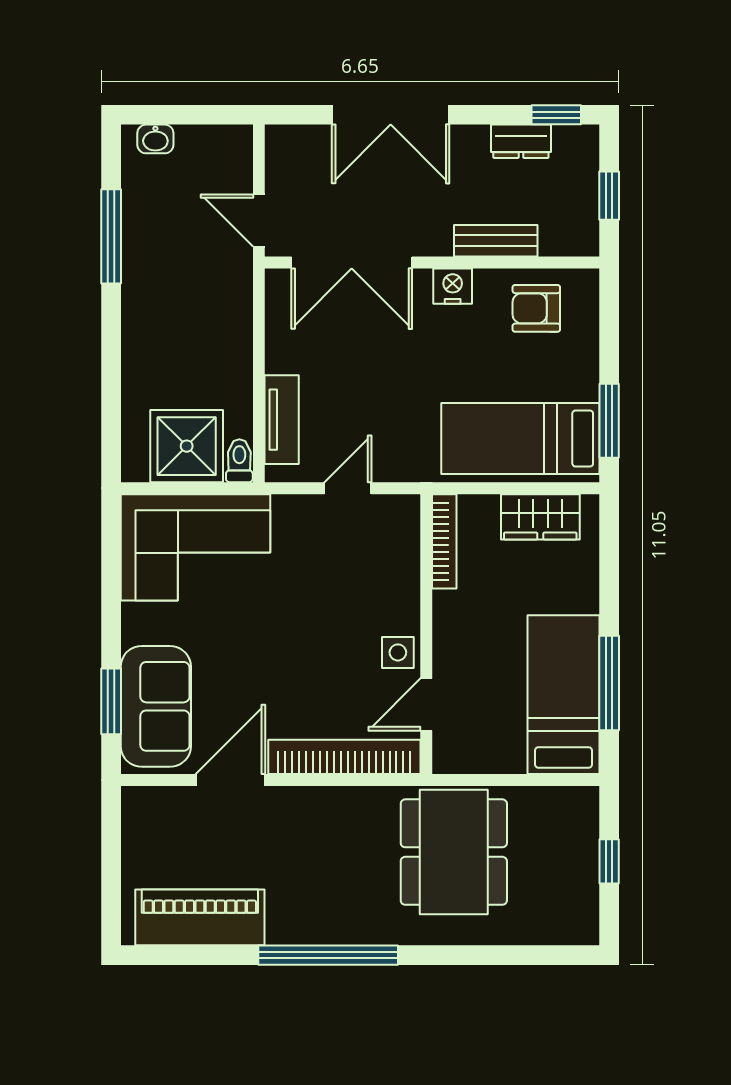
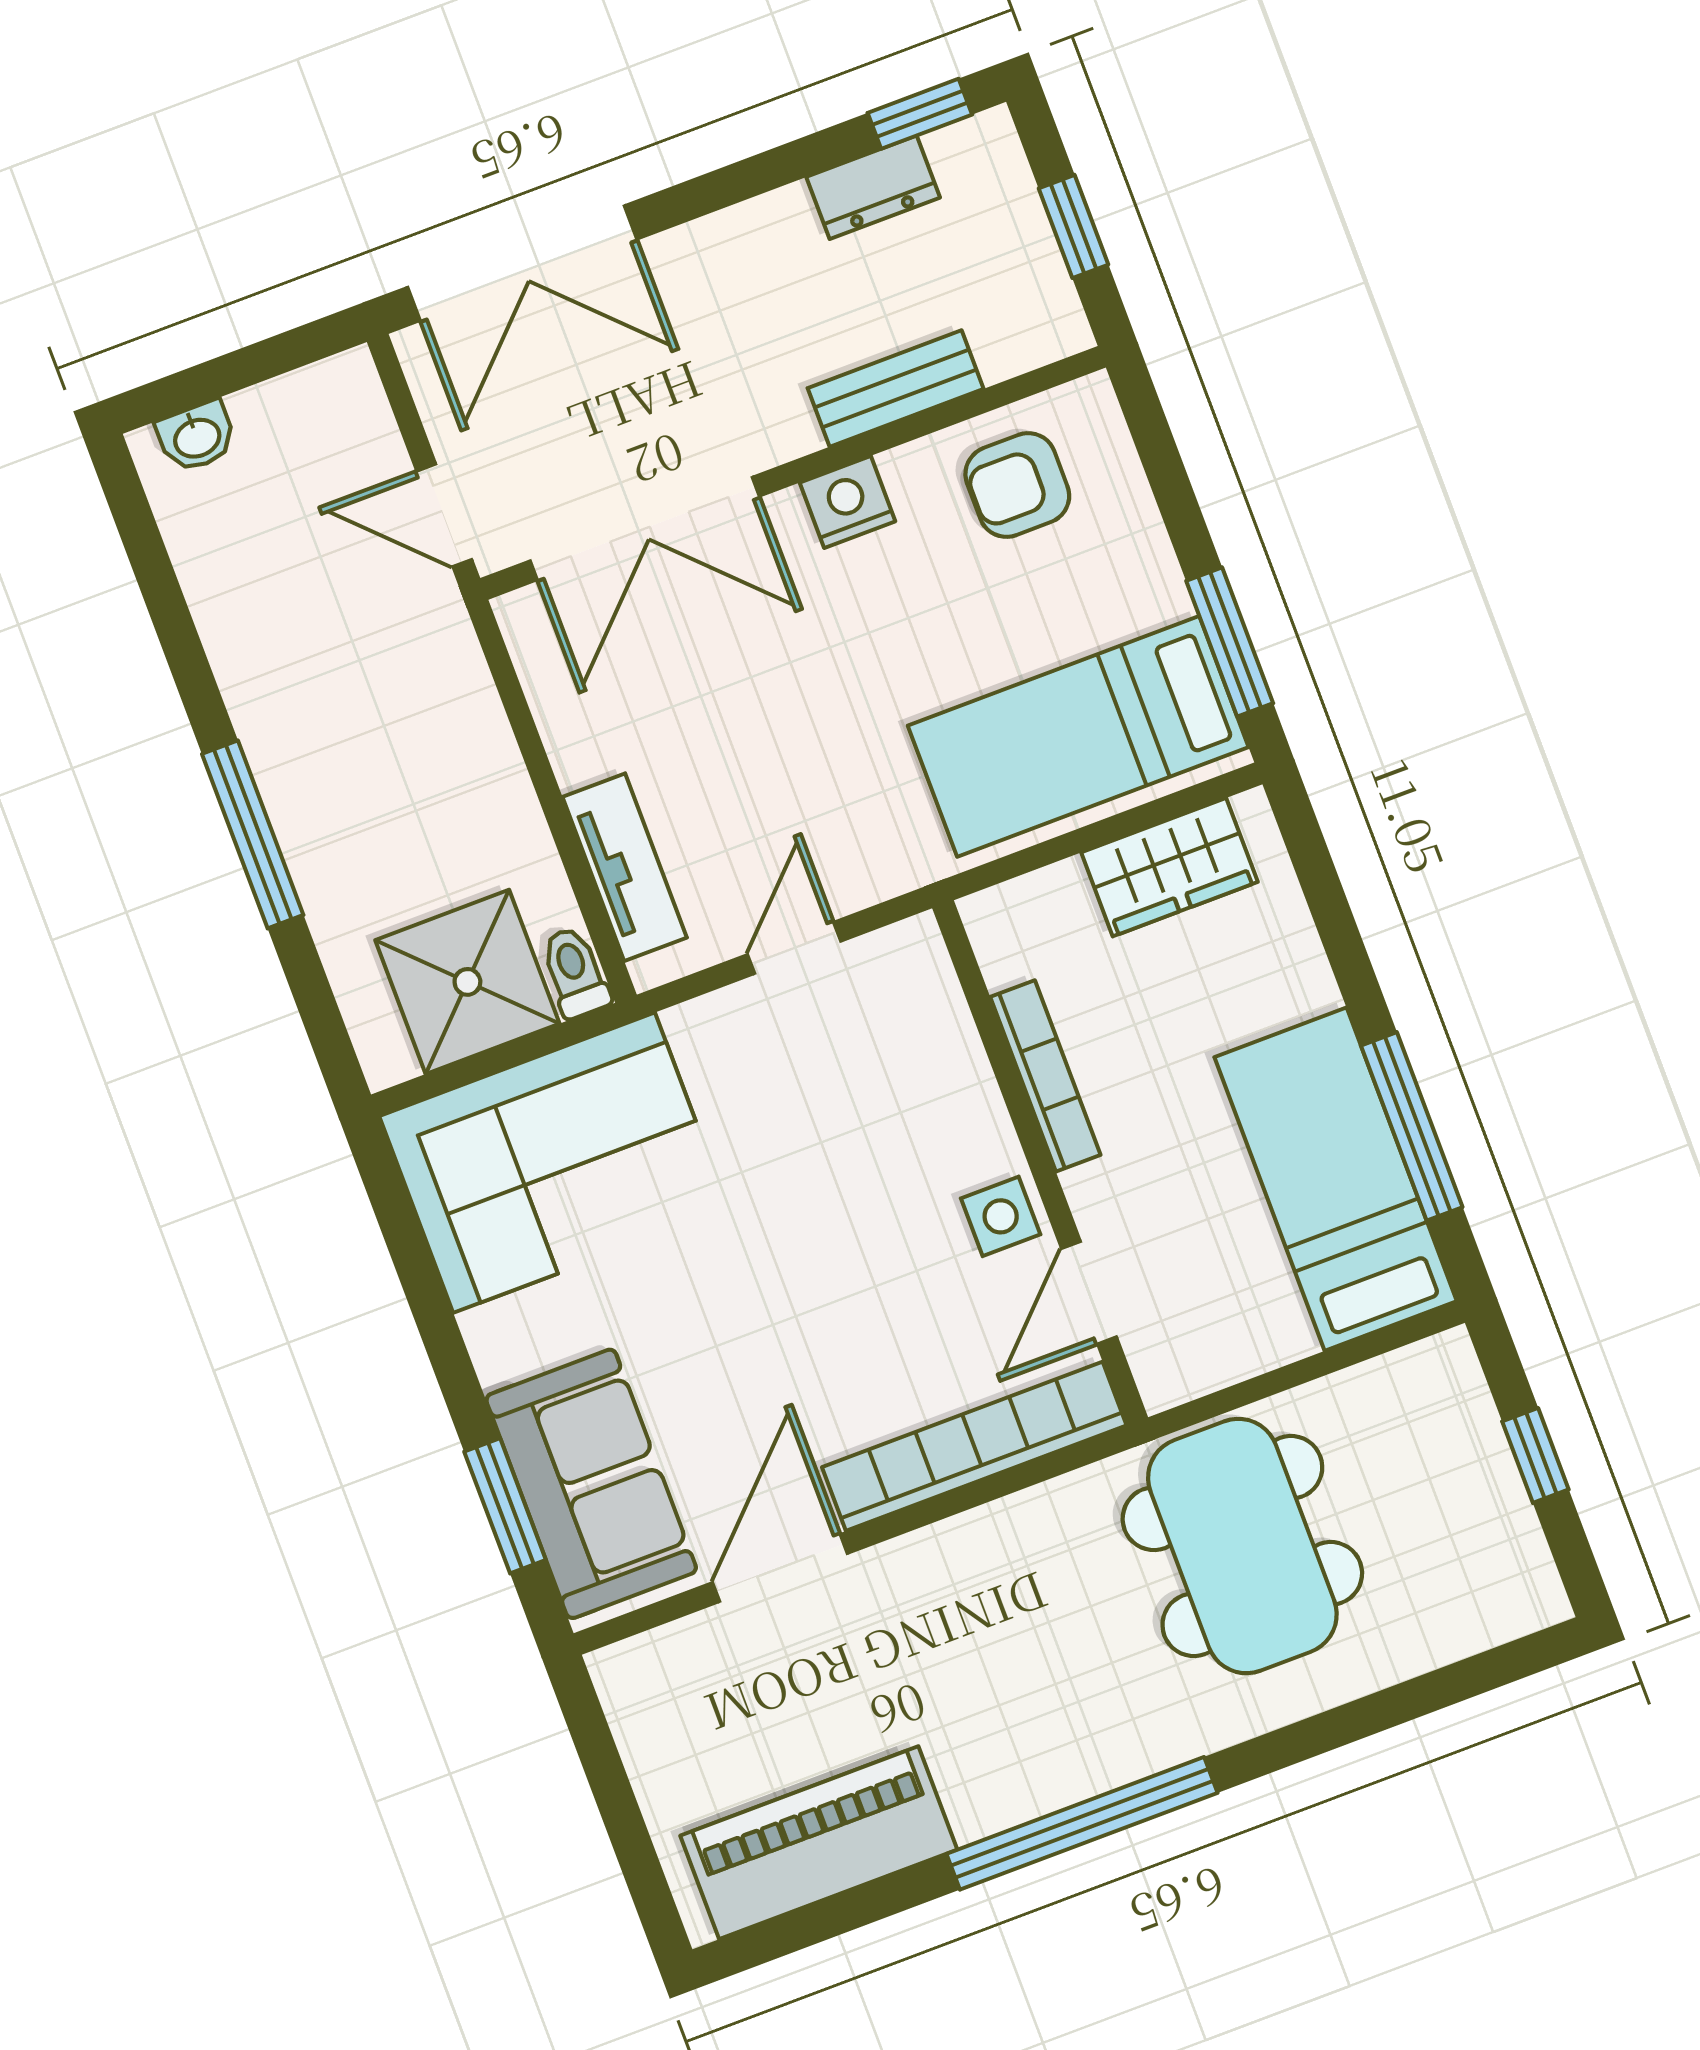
double door: (391, 115) -> (522, 263), moved
window: (111, 236) -> (253, 834), moved
bookcase: (444, 541) -> (1045, 1076), moved

